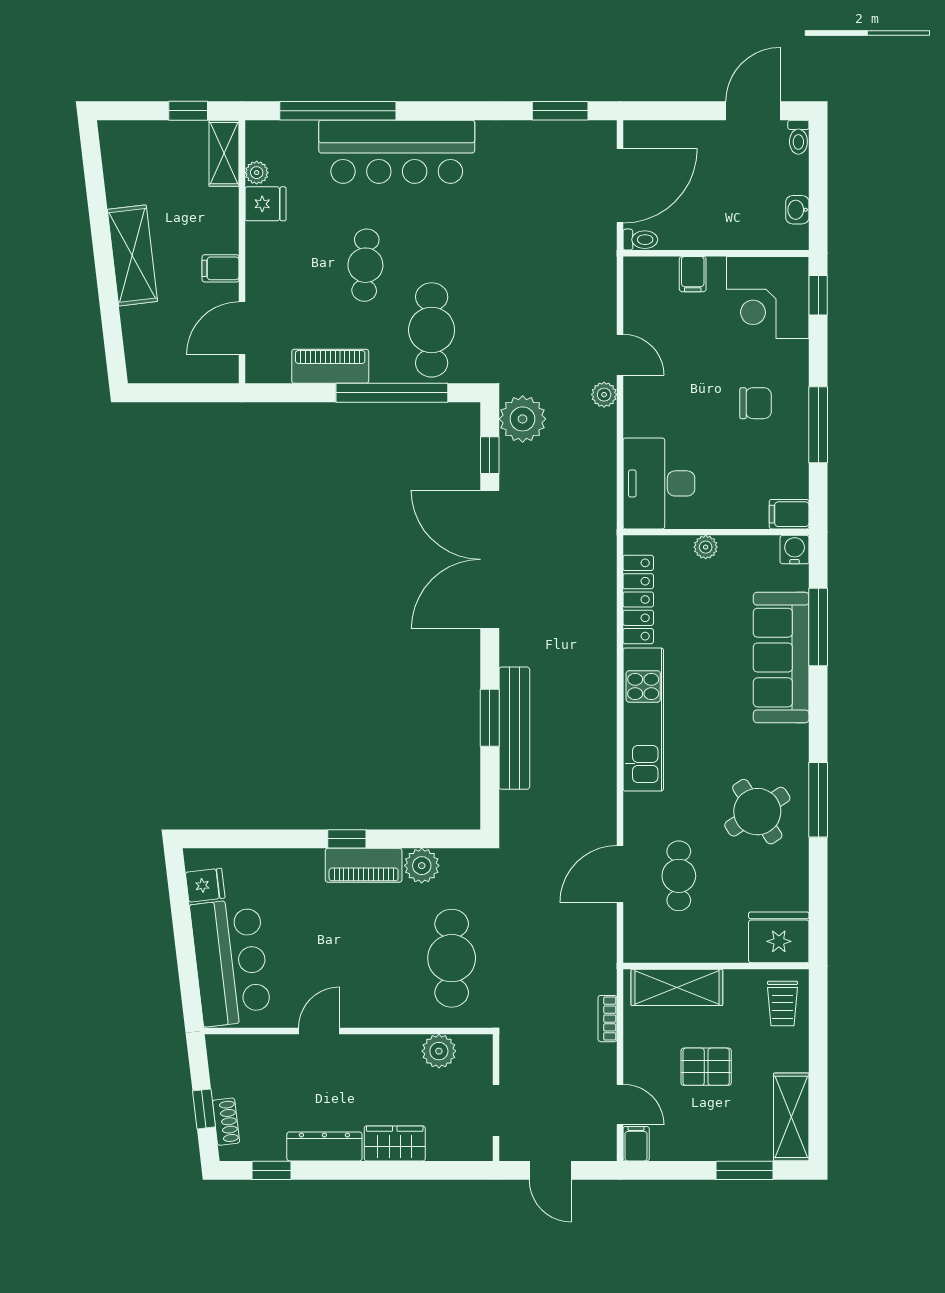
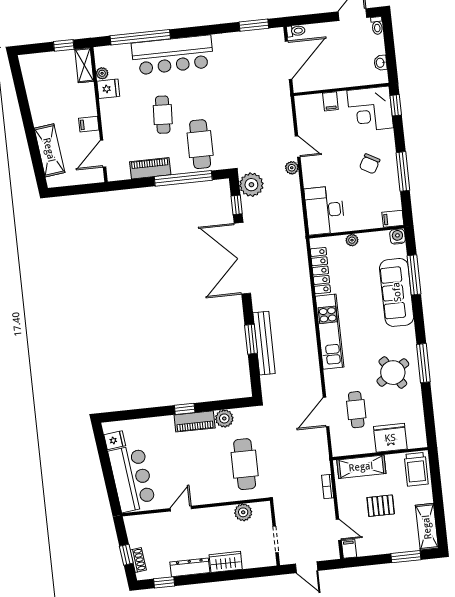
toilet: (640, 240) -> (296, 31), moved
shelving: (132, 255) -> (49, 150), moved
chair: (756, 403) -> (370, 164), turned 119
fridge: (779, 937) -> (390, 438), moved
trolley: (782, 1004) -> (416, 469), width x1.36, depth x1.39

